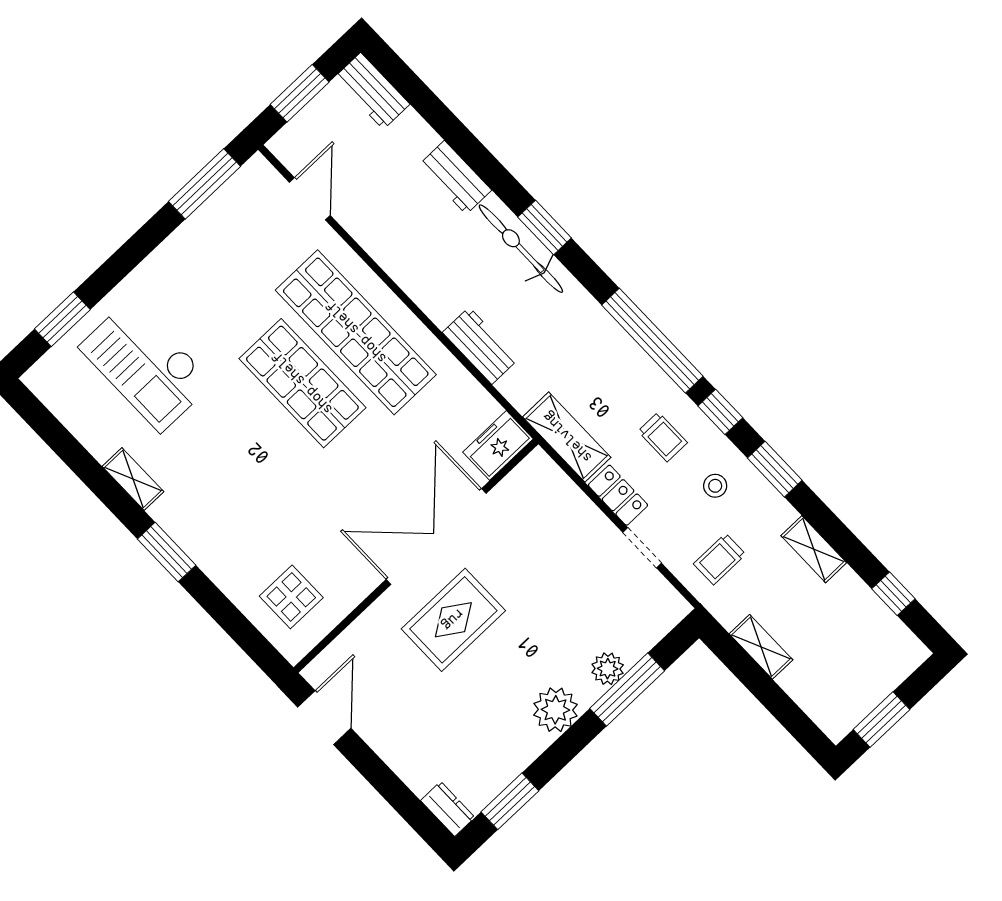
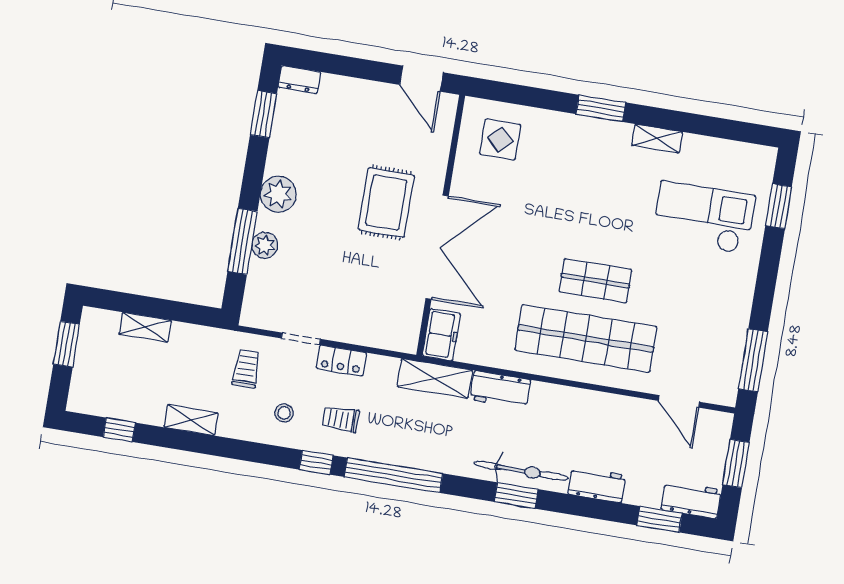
shop shelf: (302, 383) -> (595, 281), width x0.70, depth x0.74
shelving: (567, 437) -> (435, 378), moved
window: (775, 469) -> (660, 519), moved
shelving: (761, 647) -> (145, 327), moved

